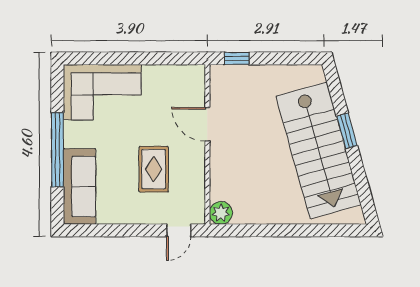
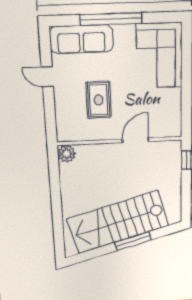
window: (347, 131) -> (133, 241), width x1.44
rug: (154, 169) -> (98, 100), turned 90
door: (179, 230) -> (47, 77), moved

